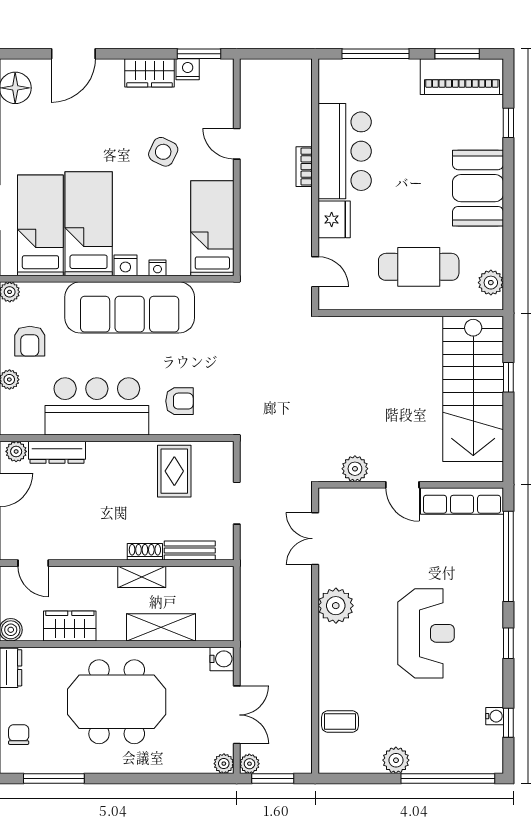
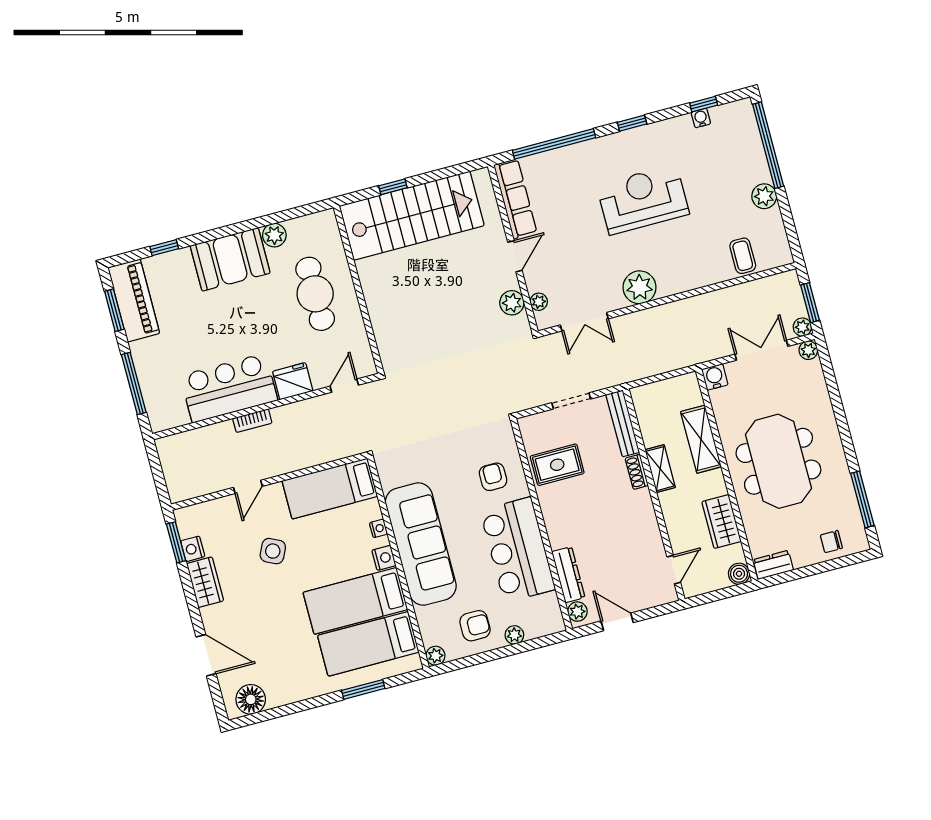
plant: (491, 283) -> (274, 235), moved
plant: (349, 497) -> (539, 302), added
bench: (190, 551) -> (623, 423), width x1.36

